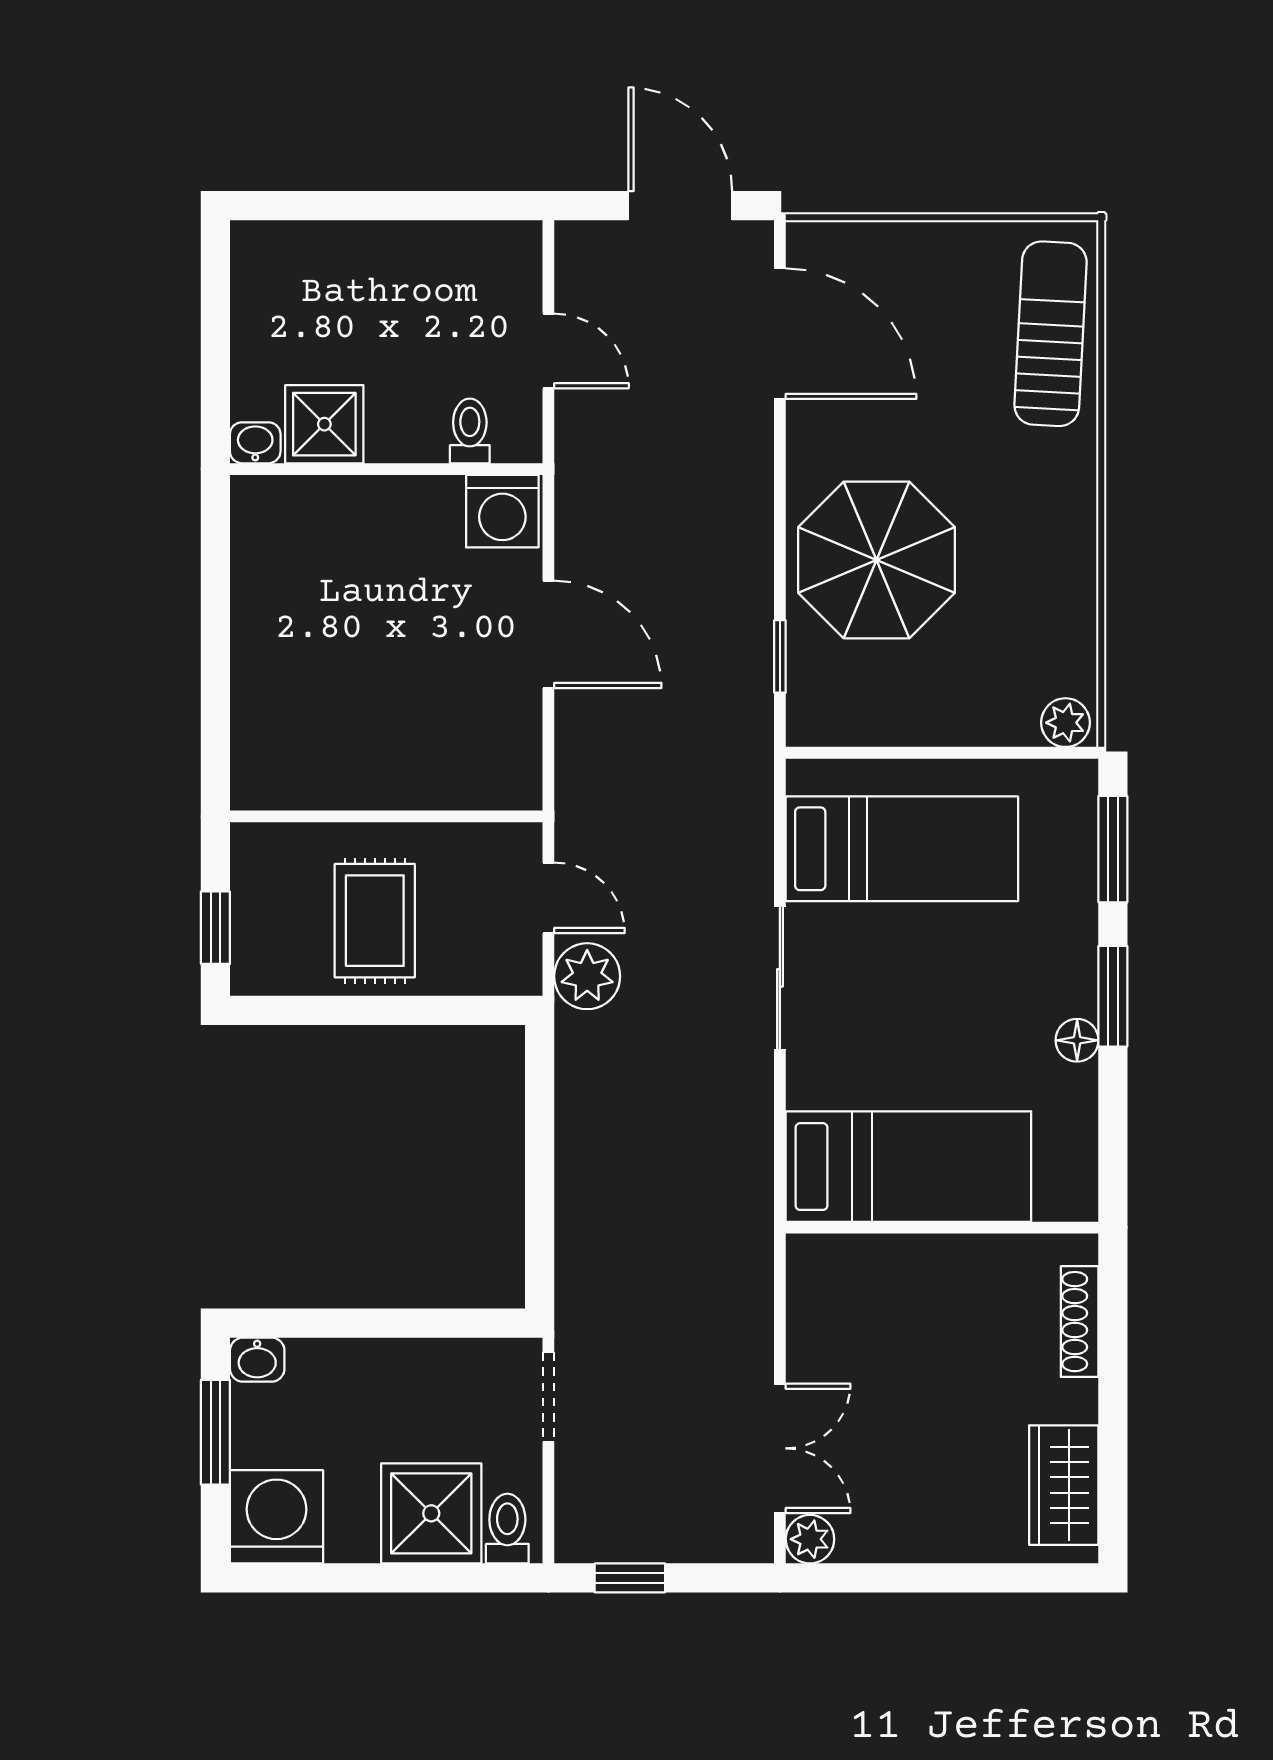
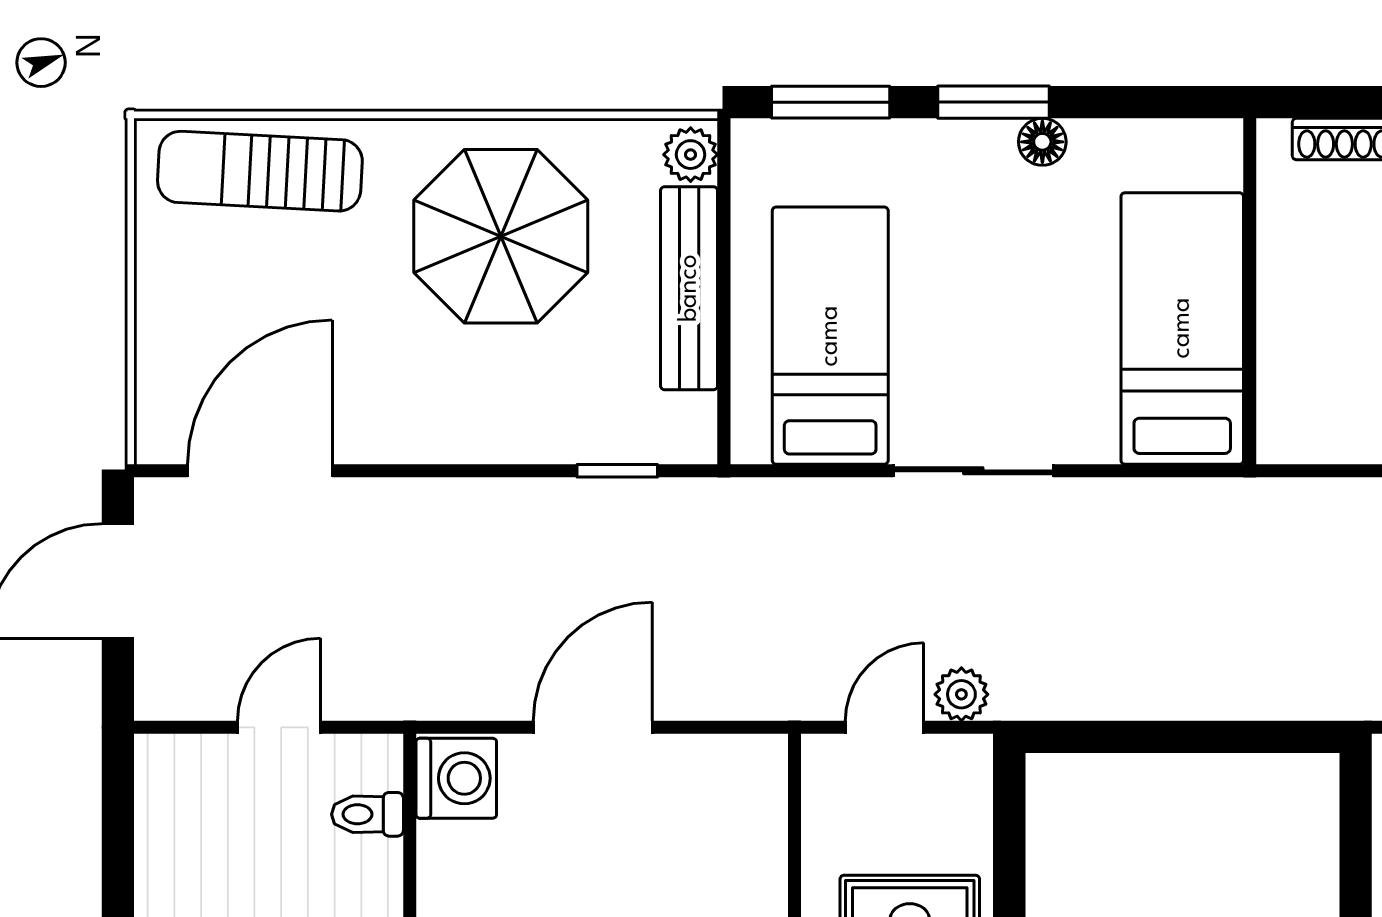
parasol: (877, 560) -> (501, 236), moved
bench: (945, 721) -> (689, 288), added
plant: (587, 976) -> (961, 694), width x0.73, depth x0.73

